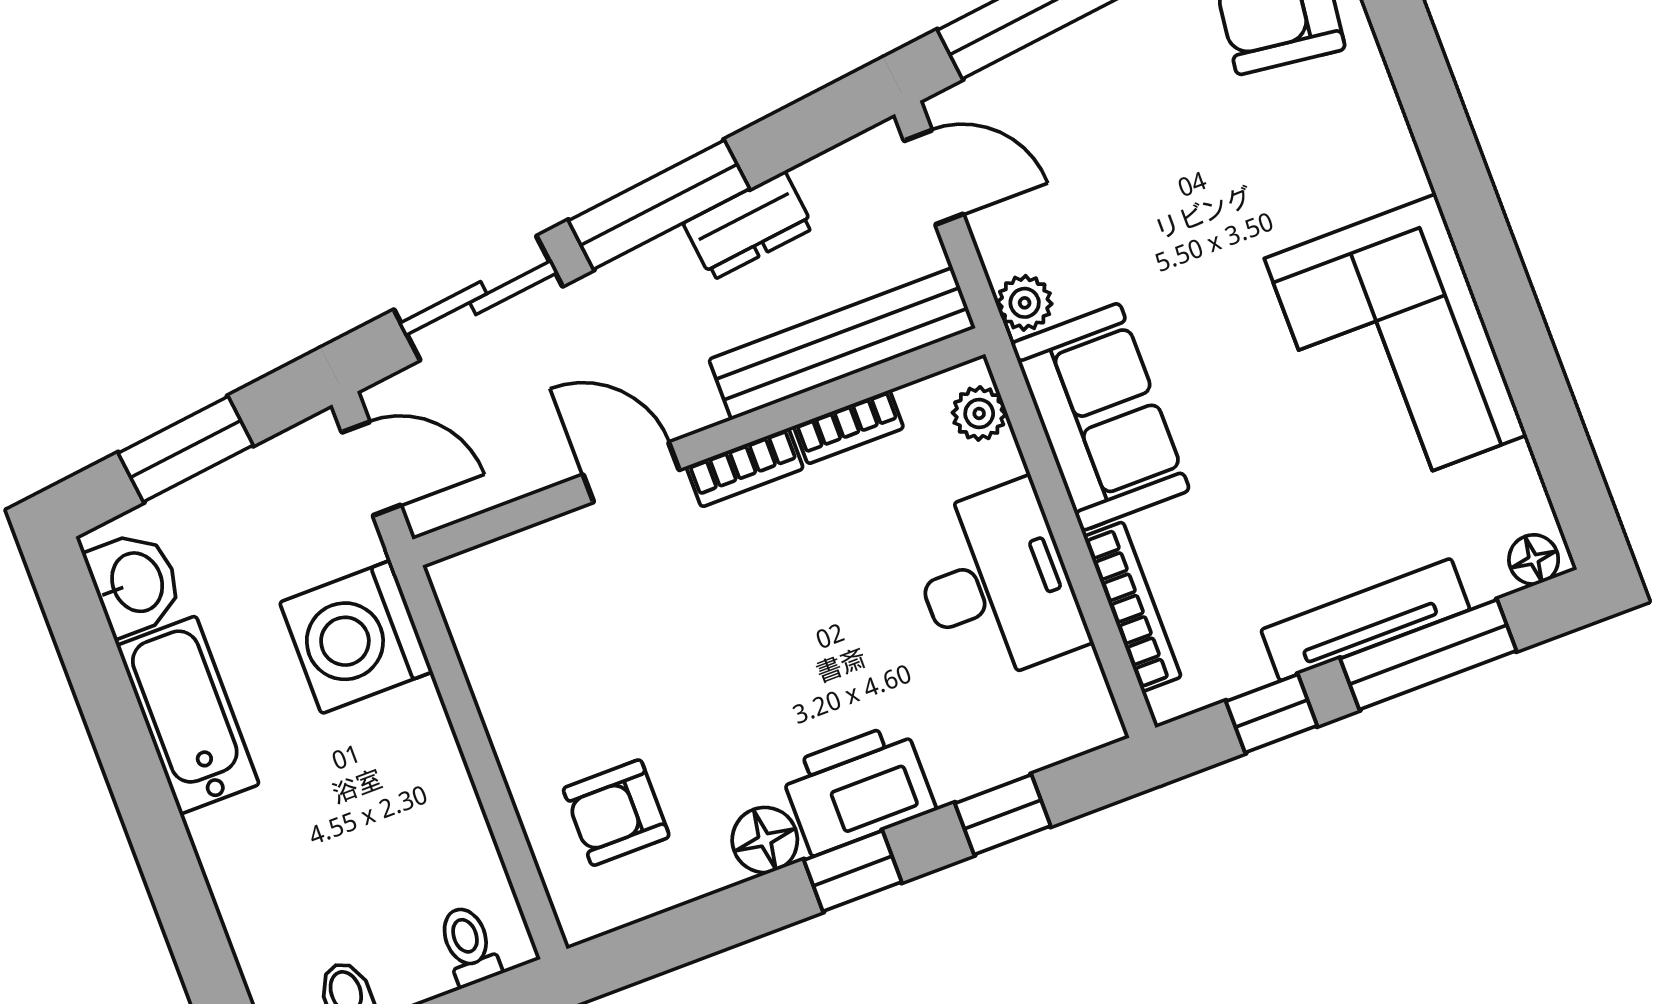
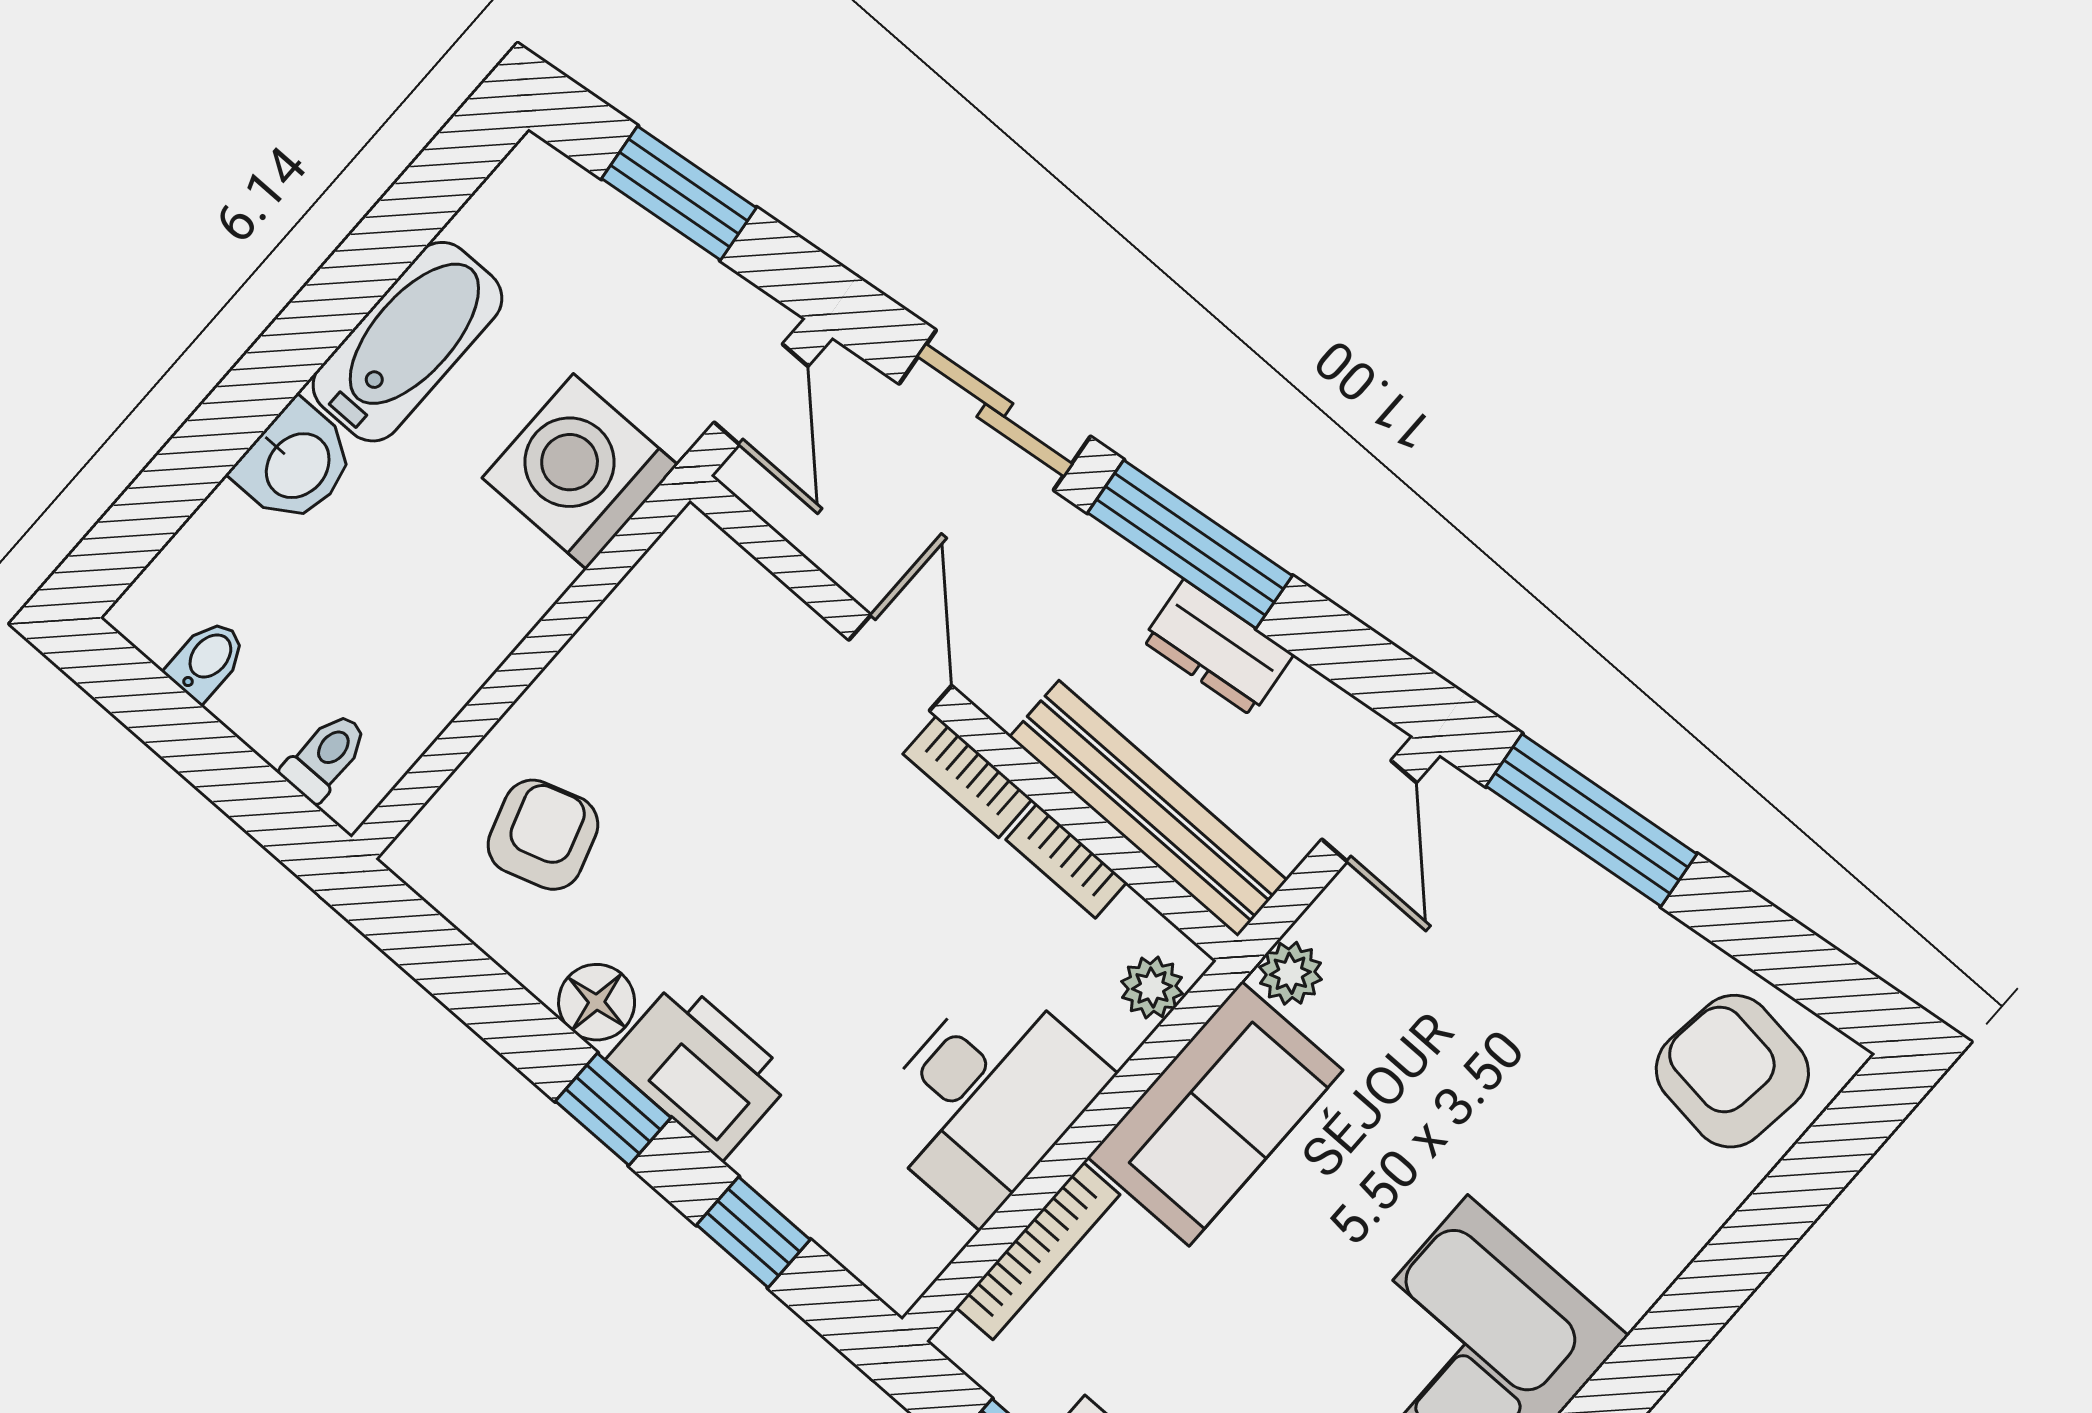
washbasin: (135, 583) -> (296, 464), moved
armchair: (616, 813) -> (543, 835), turned 72

